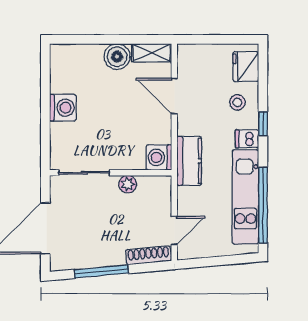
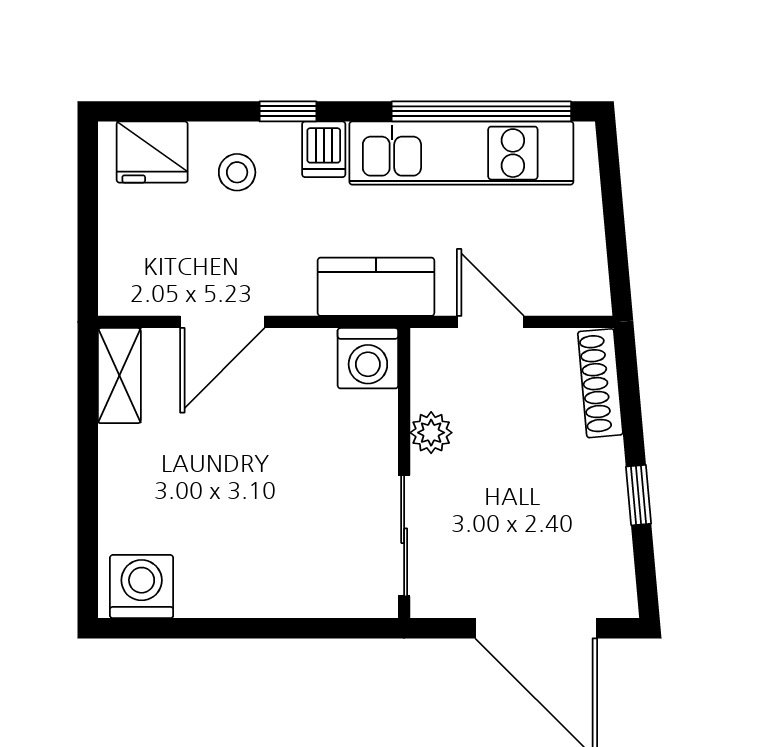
boiler: (117, 57) -> (128, 458), removed
washing machine: (63, 108) -> (142, 587), moved
door: (174, 230) -> (490, 322), moved
window: (101, 271) -> (639, 495), width x0.46

